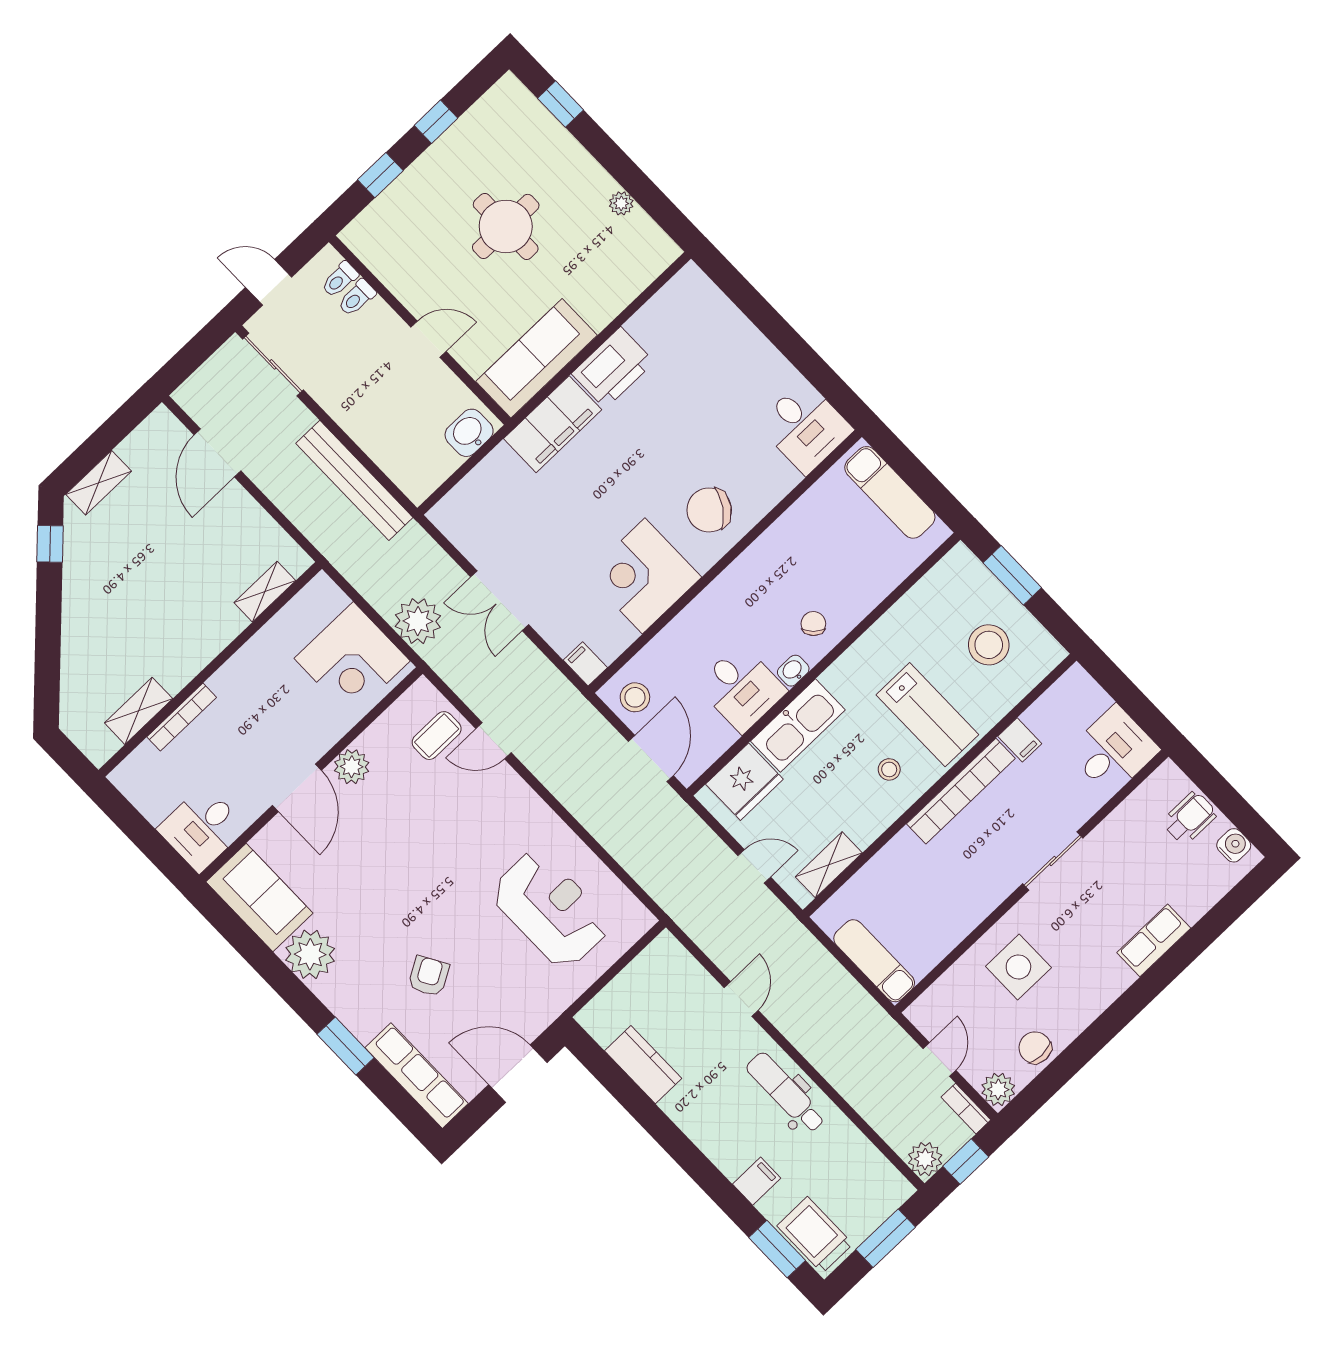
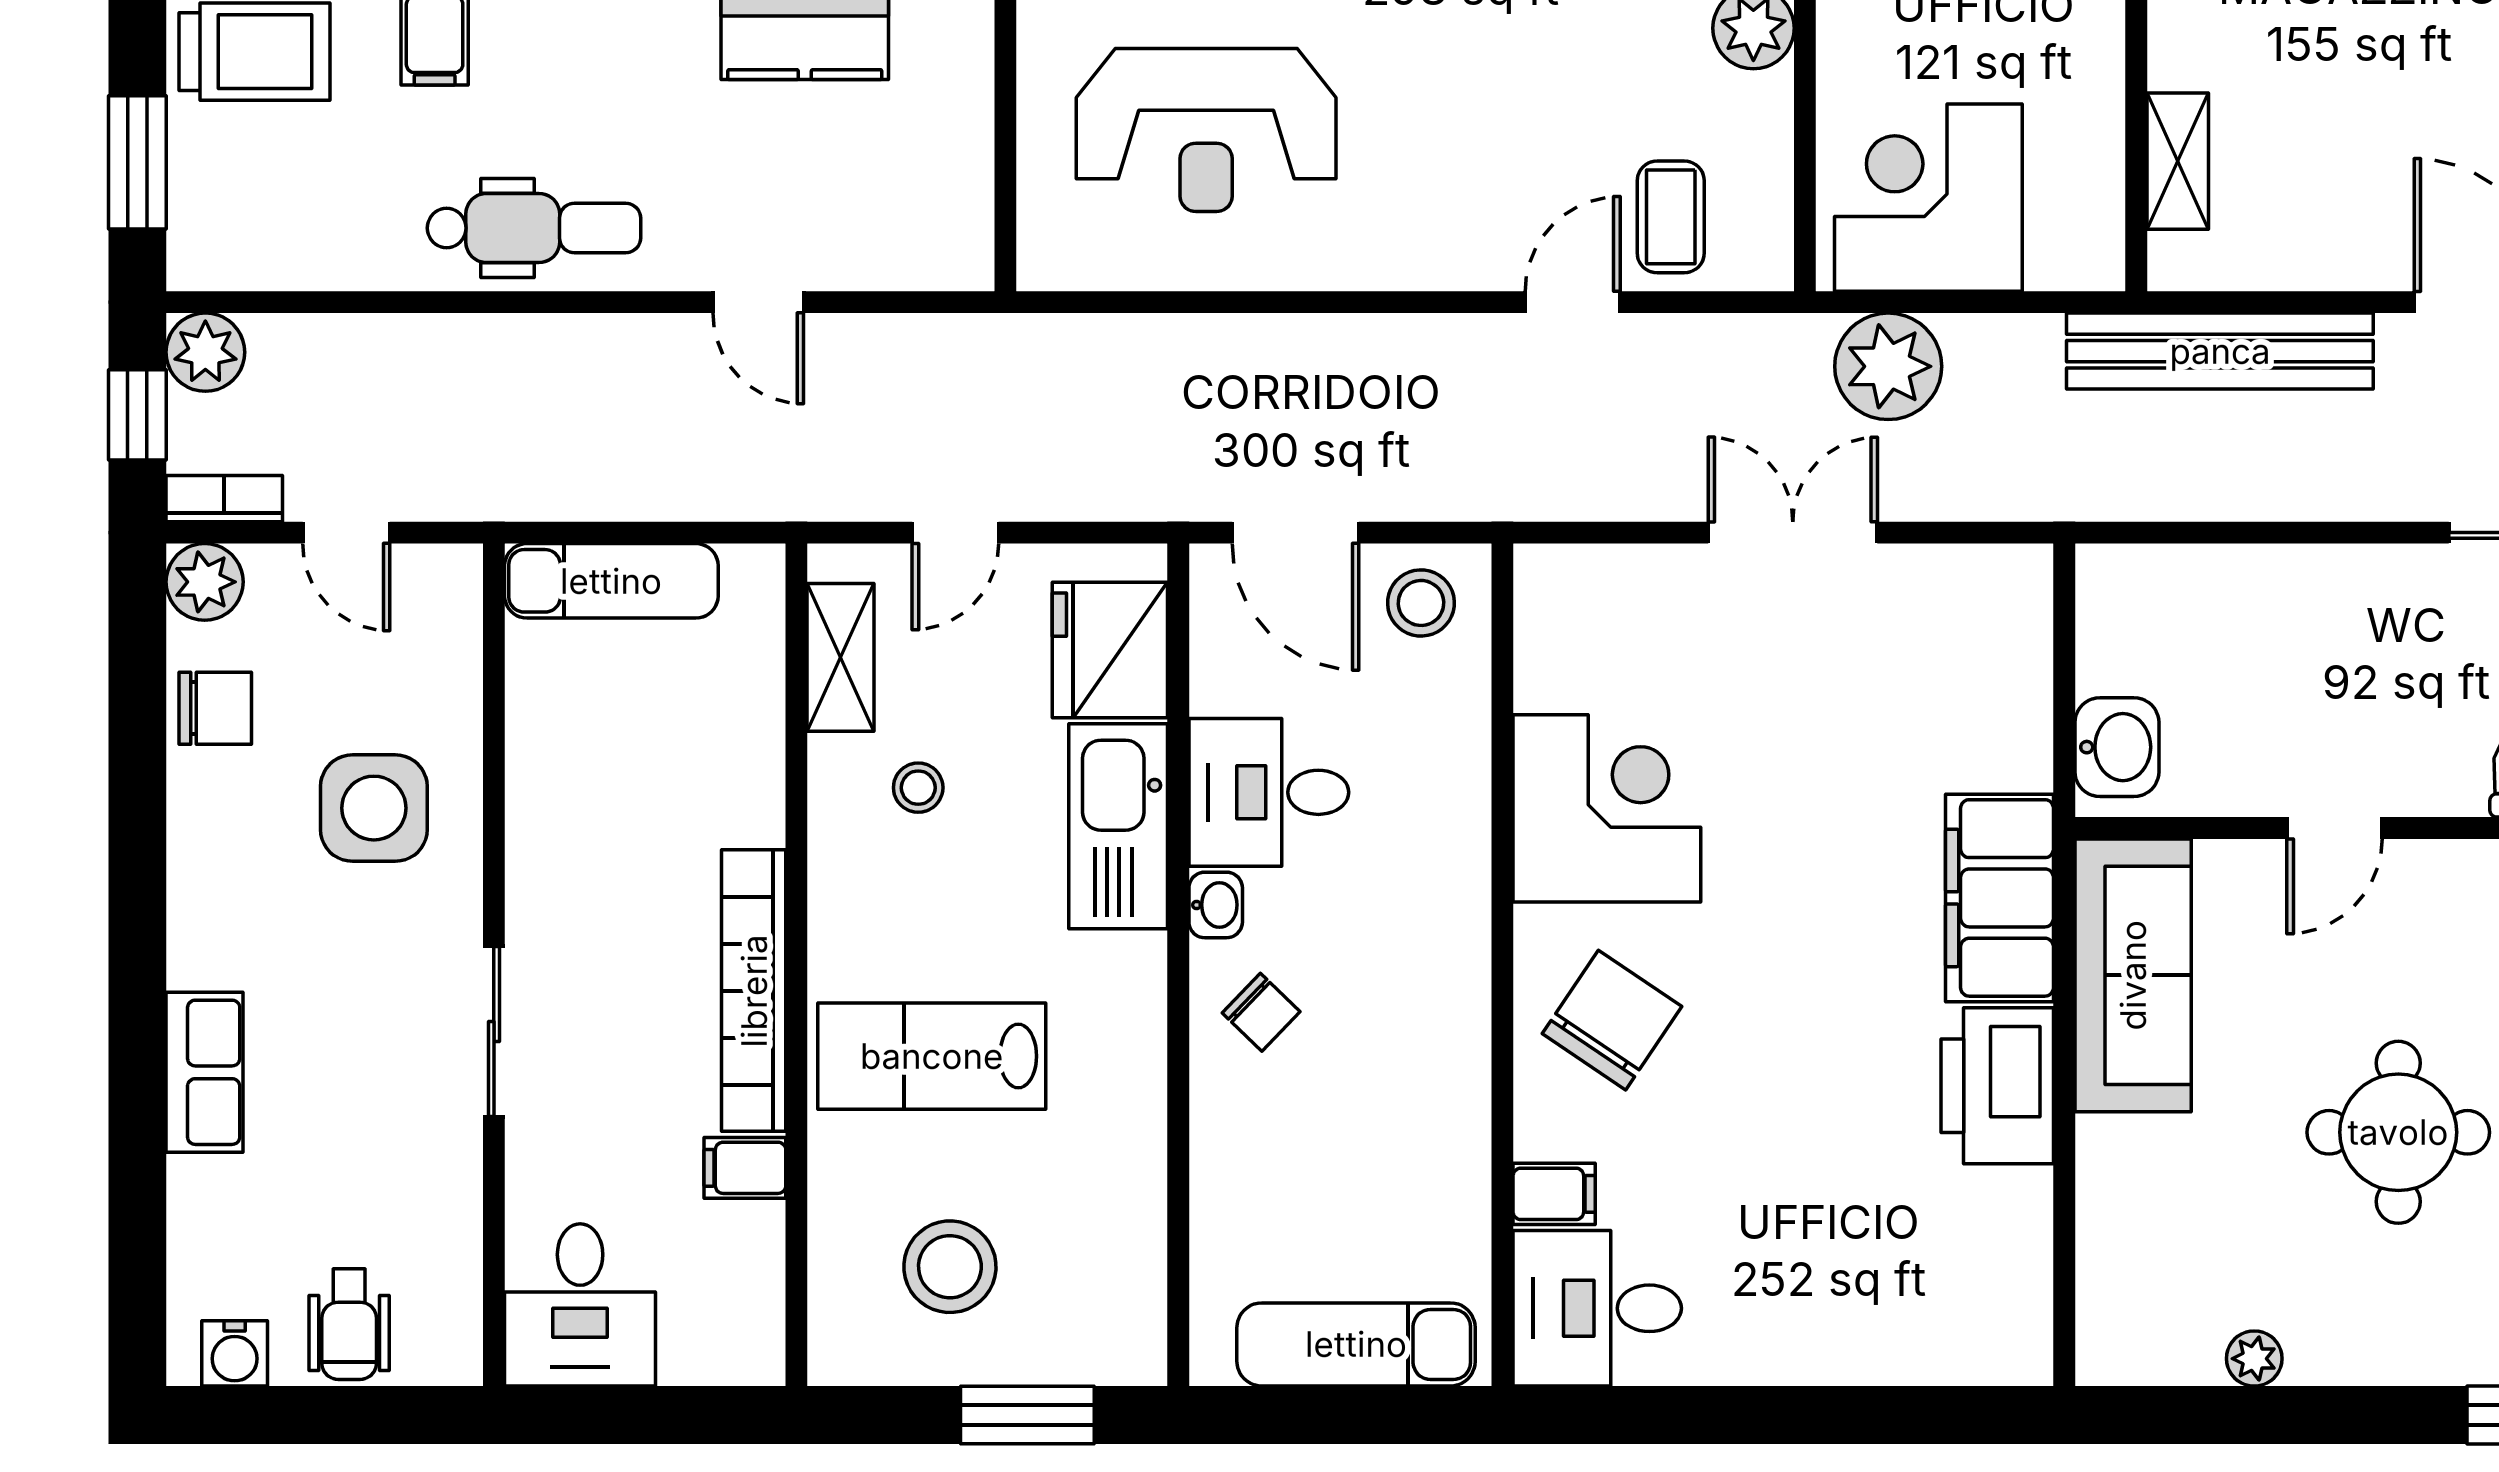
bench: (354, 480) -> (2220, 351), moved
filing cabinet: (585, 664) -> (1554, 1194), moved
stool: (889, 769) -> (918, 788), moved

